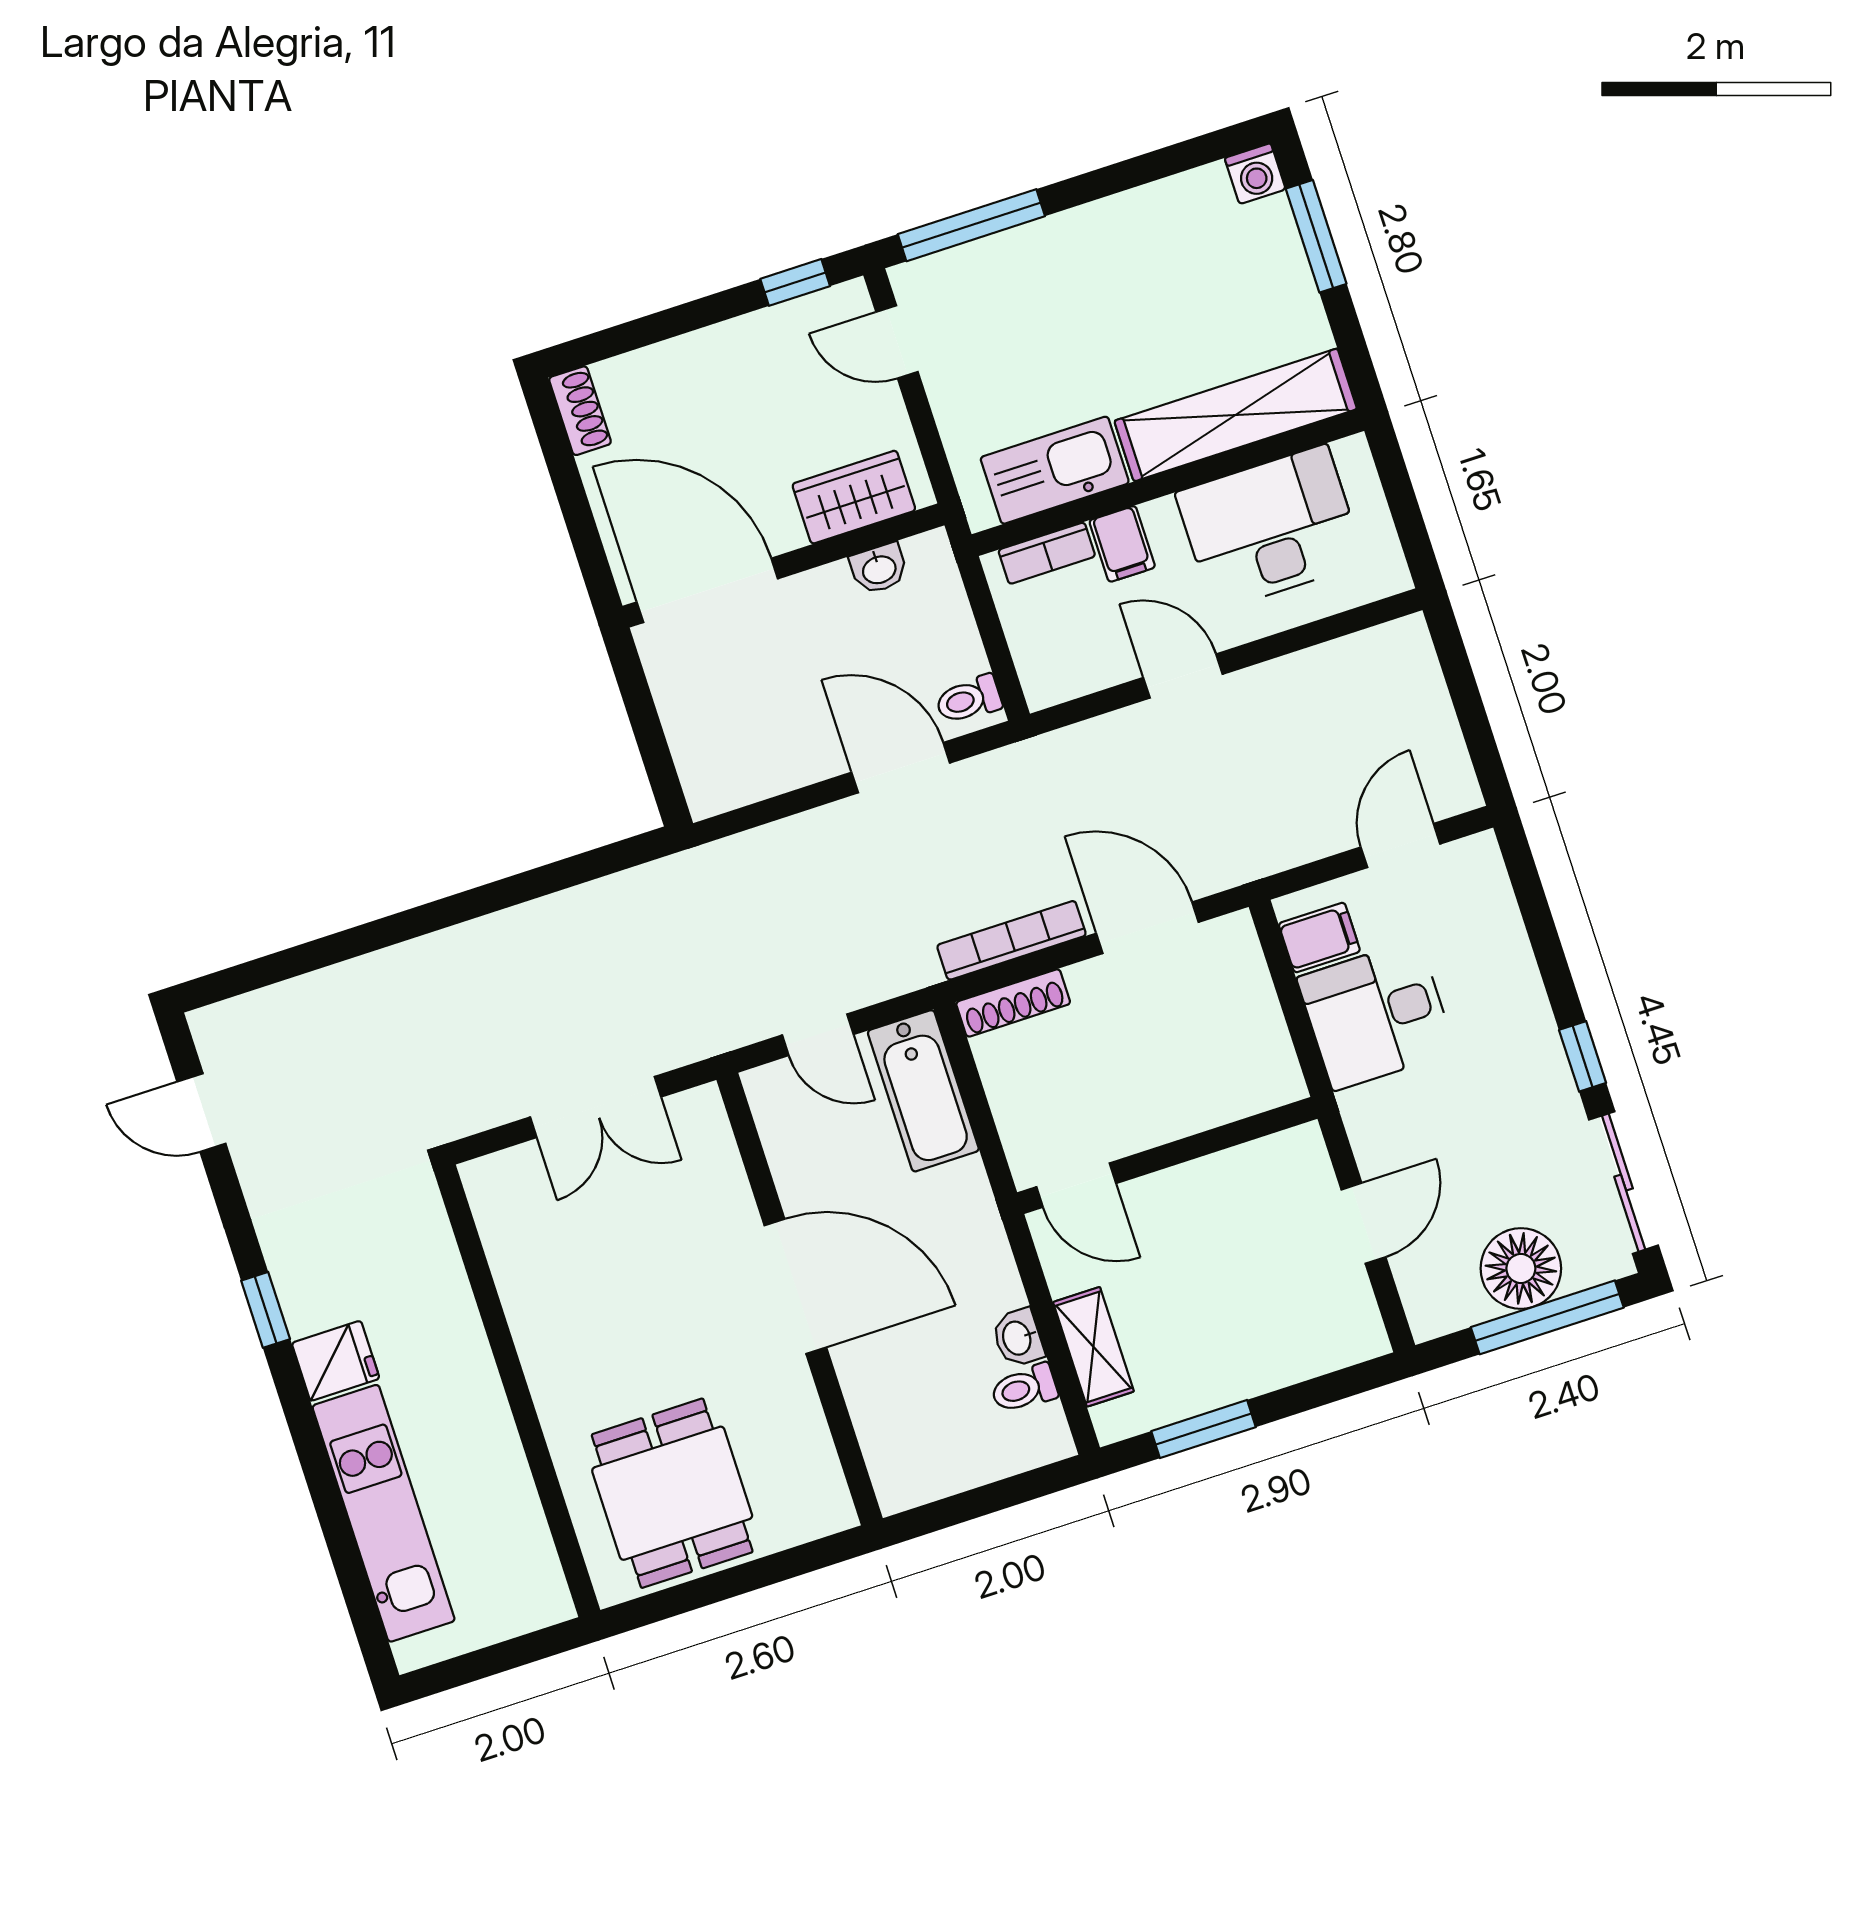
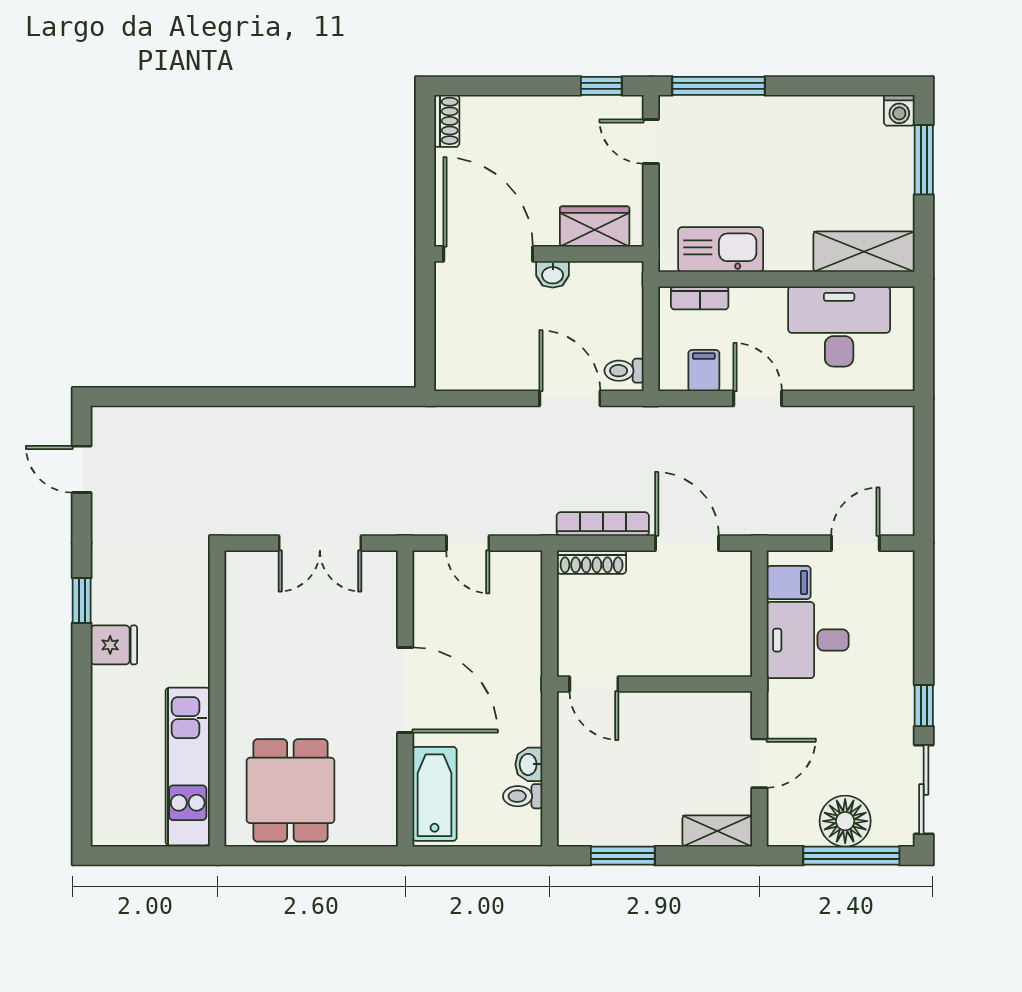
shelving: (1236, 415) -> (864, 252), width x0.68
filing cabinet: (1122, 544) -> (704, 371), moved, turned 180
washbasin: (879, 569) -> (553, 274), moved
bathtub: (923, 1091) -> (435, 794), moved, turned 180
shelving: (1093, 1347) -> (717, 831), moved, turned 90
kitchen unit: (384, 1513) -> (188, 766), moved, turned 180

